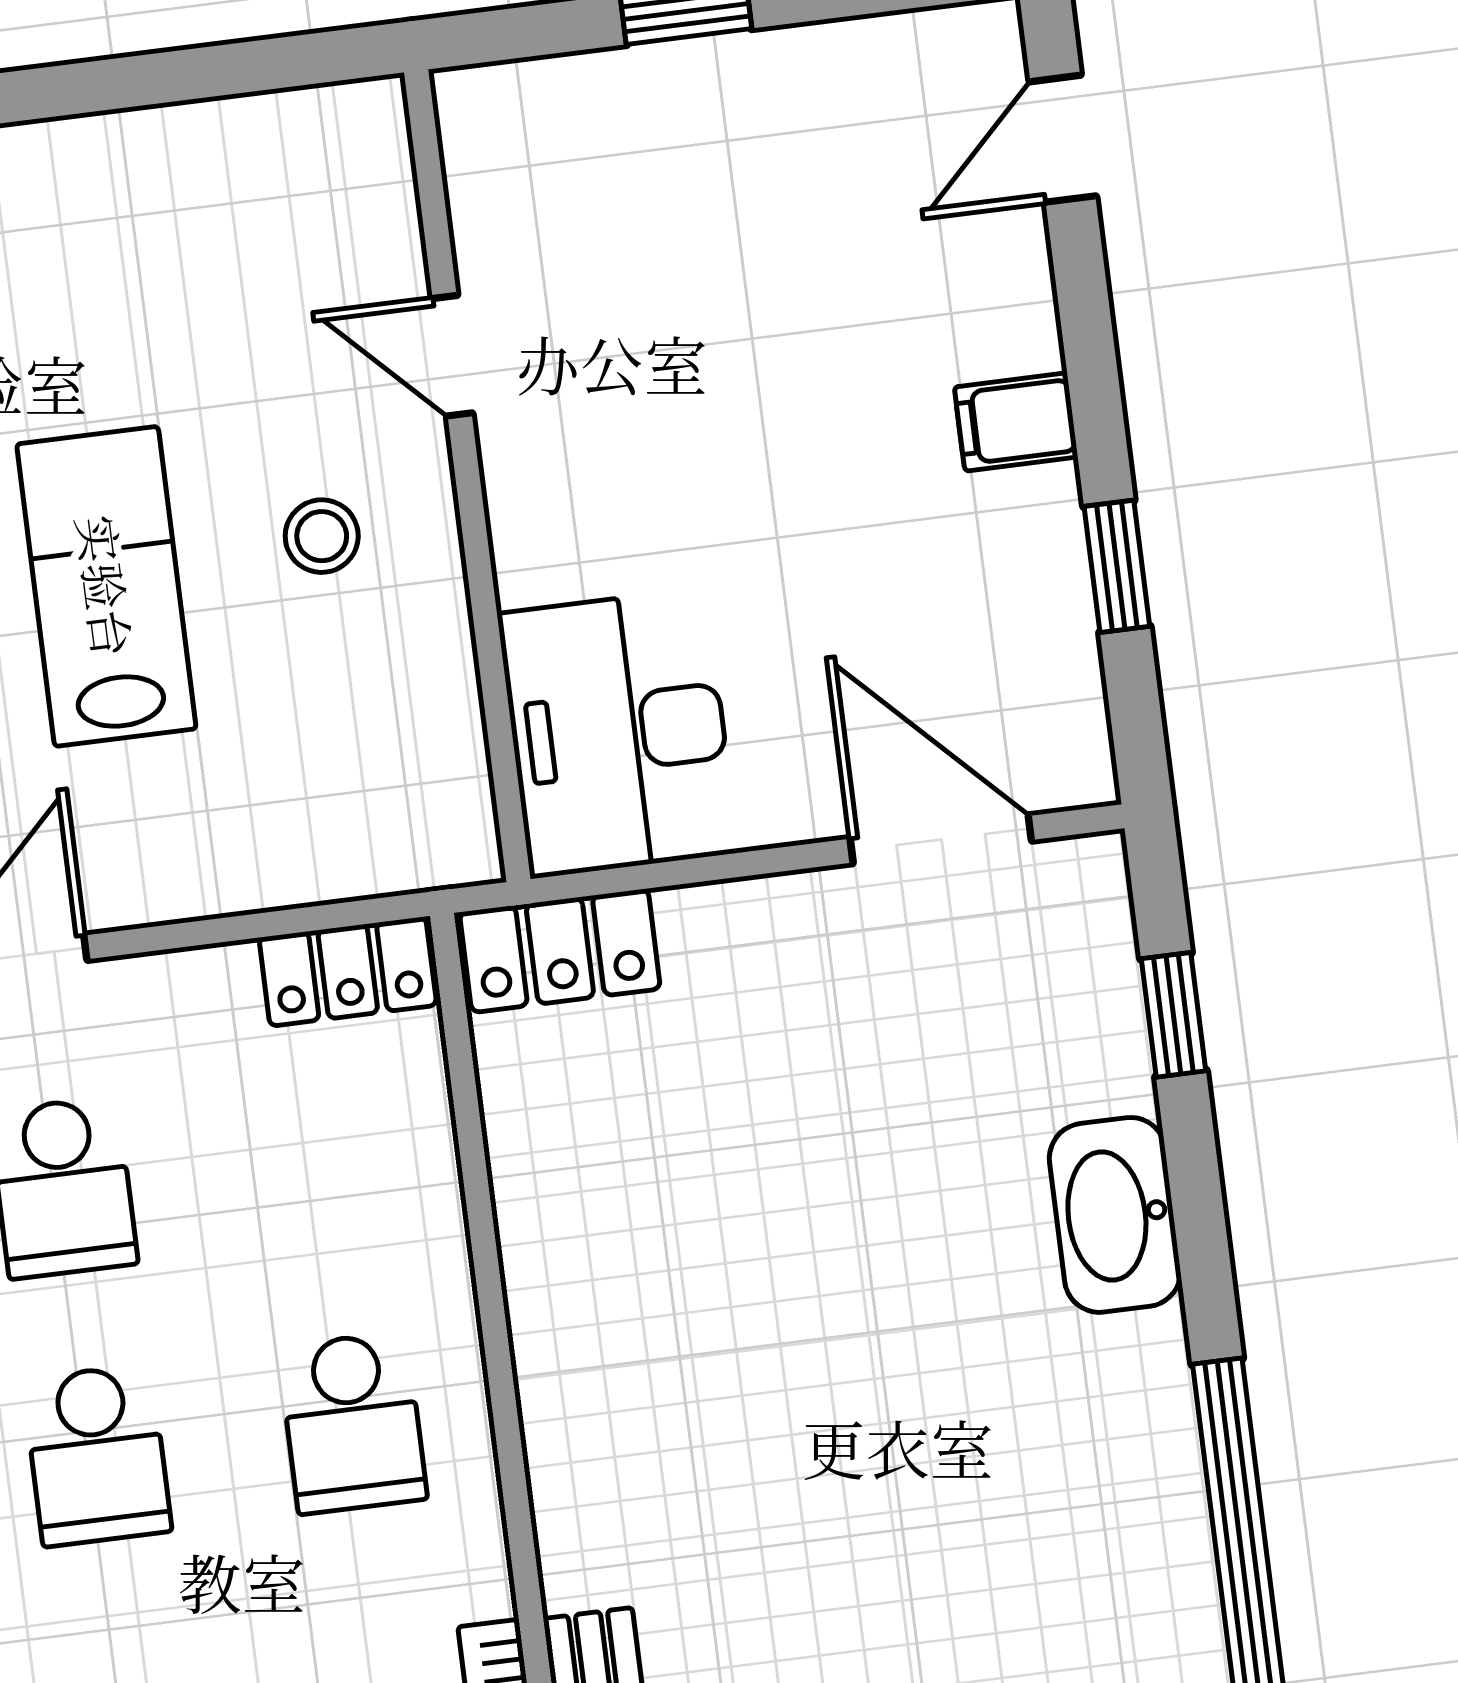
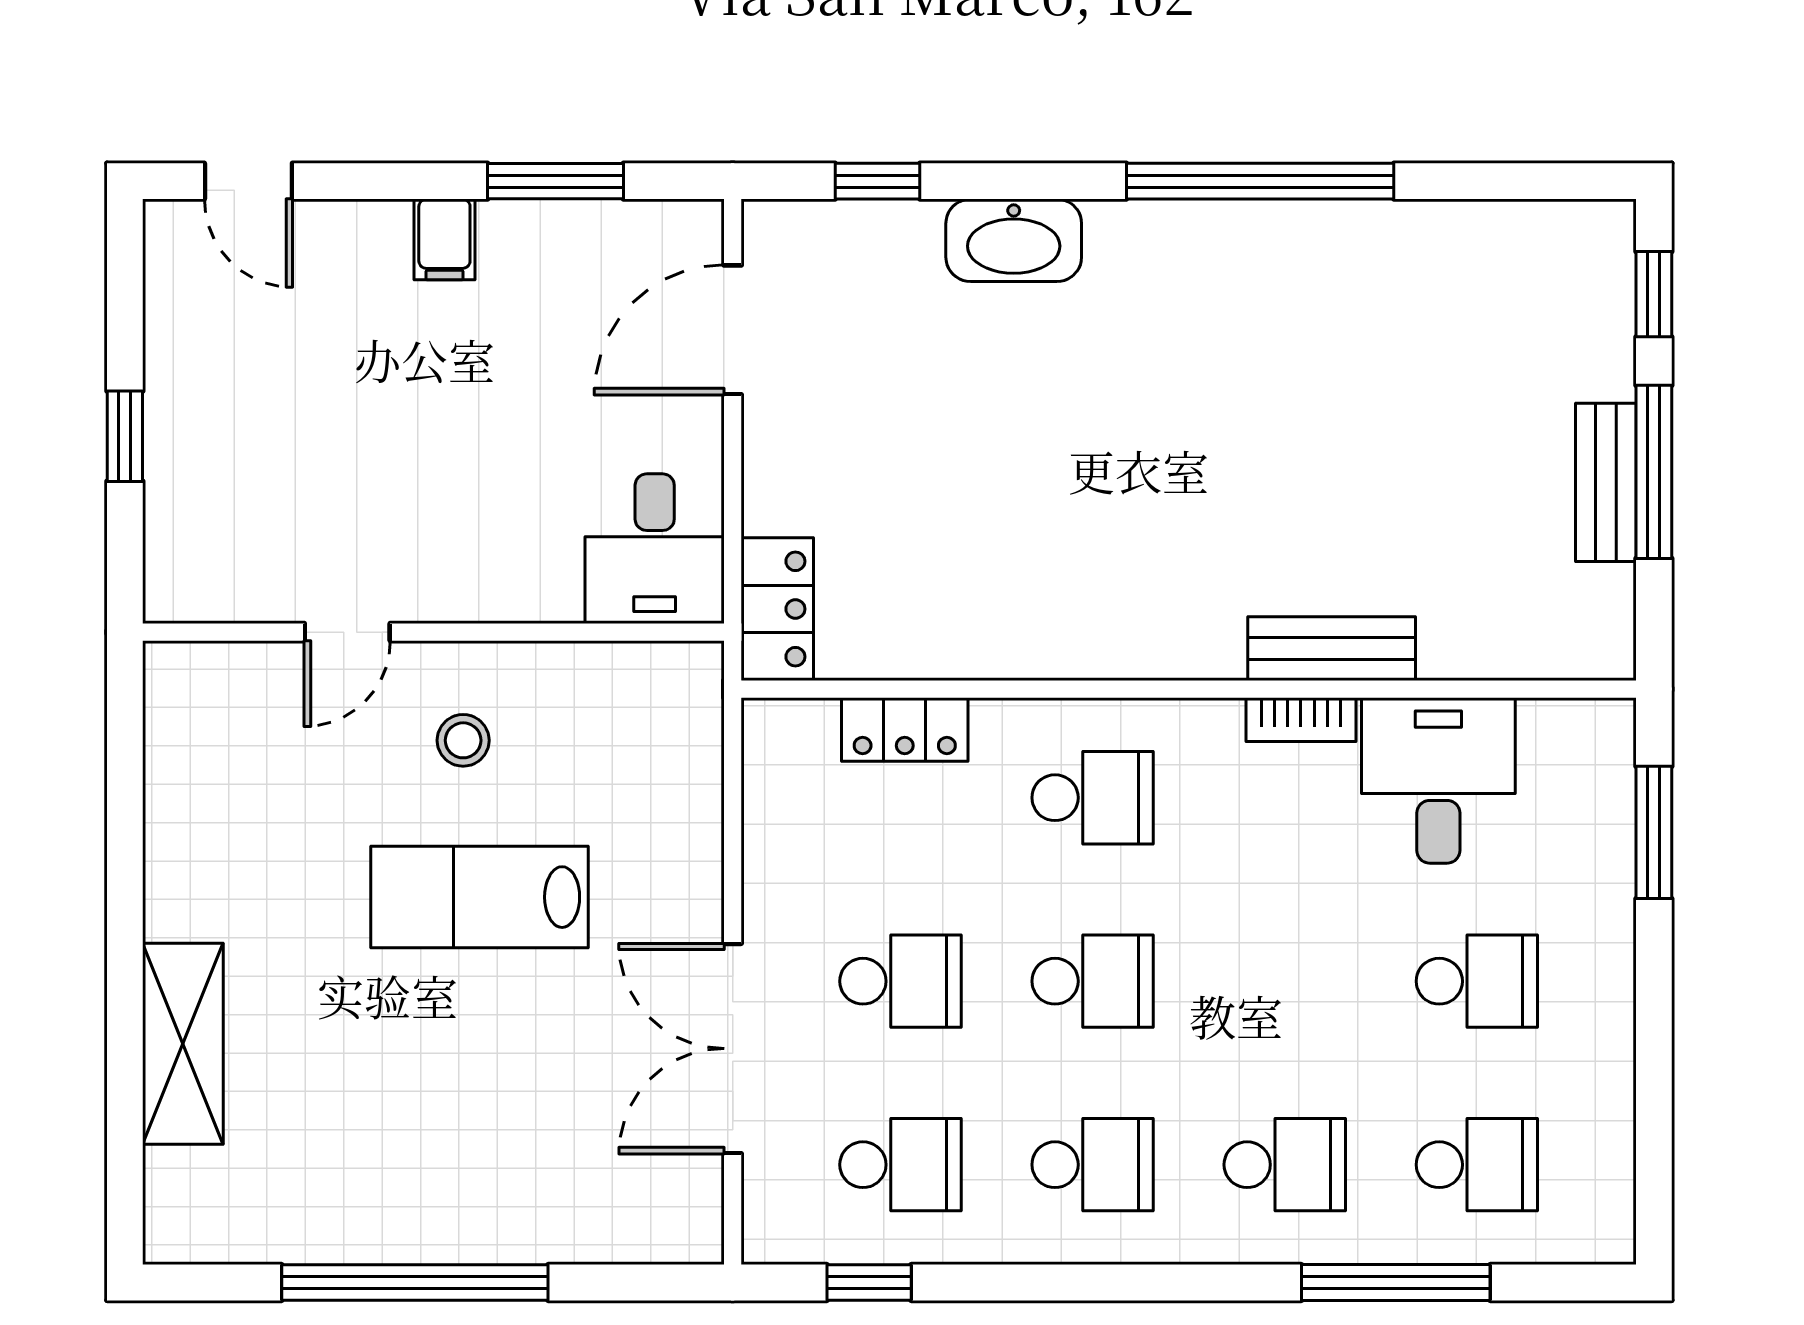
window: (1117, 566) -> (555, 181), width x1.50
desk: (618, 733) -> (655, 549), width x0.73
locker: (348, 971) -> (905, 730), moved, turned 90

